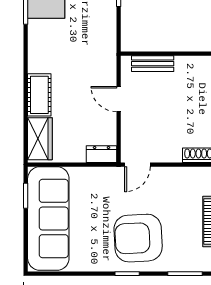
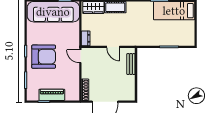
door: (119, 99) -> (113, 47), swing flipped
armchair: (138, 238) -> (44, 57), turned 93

